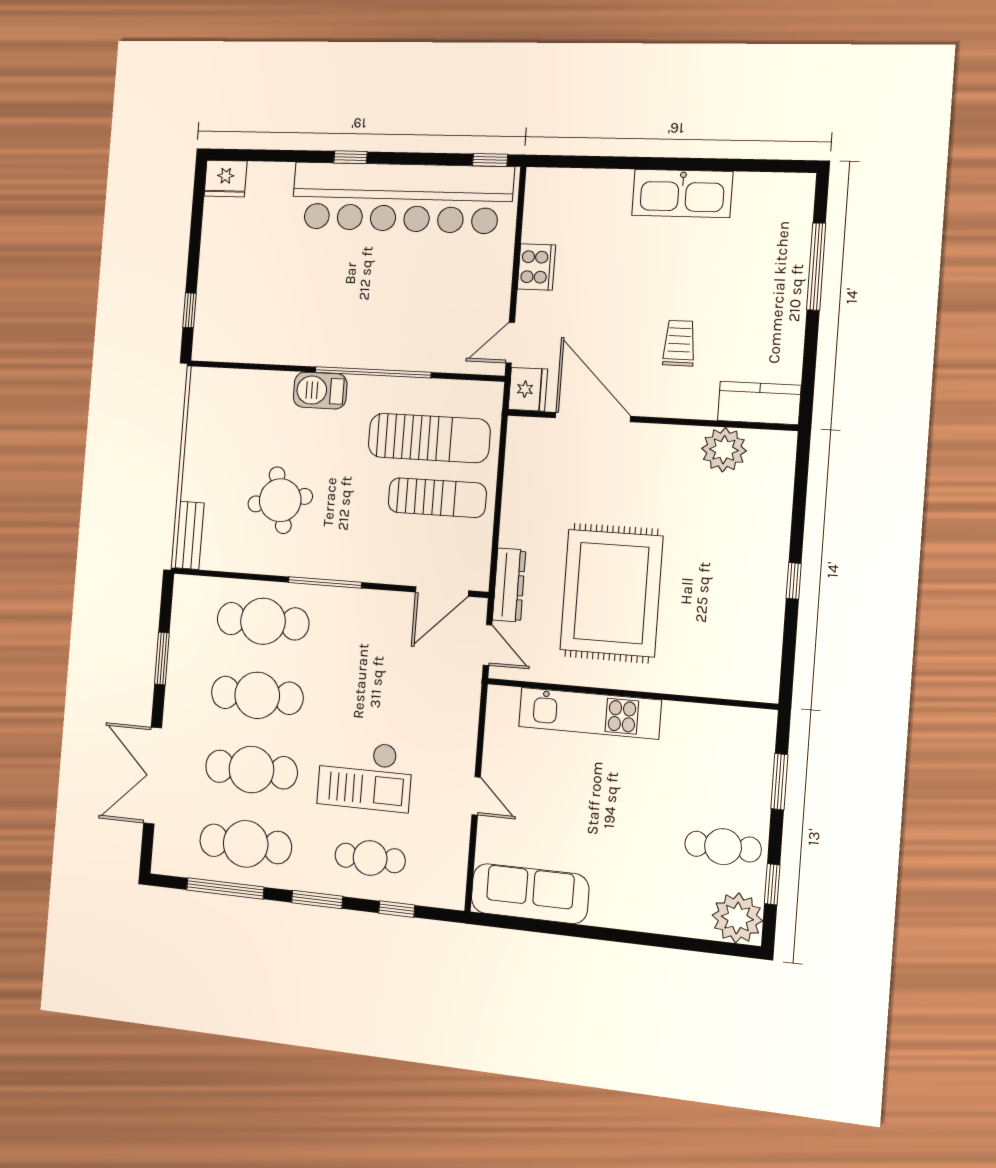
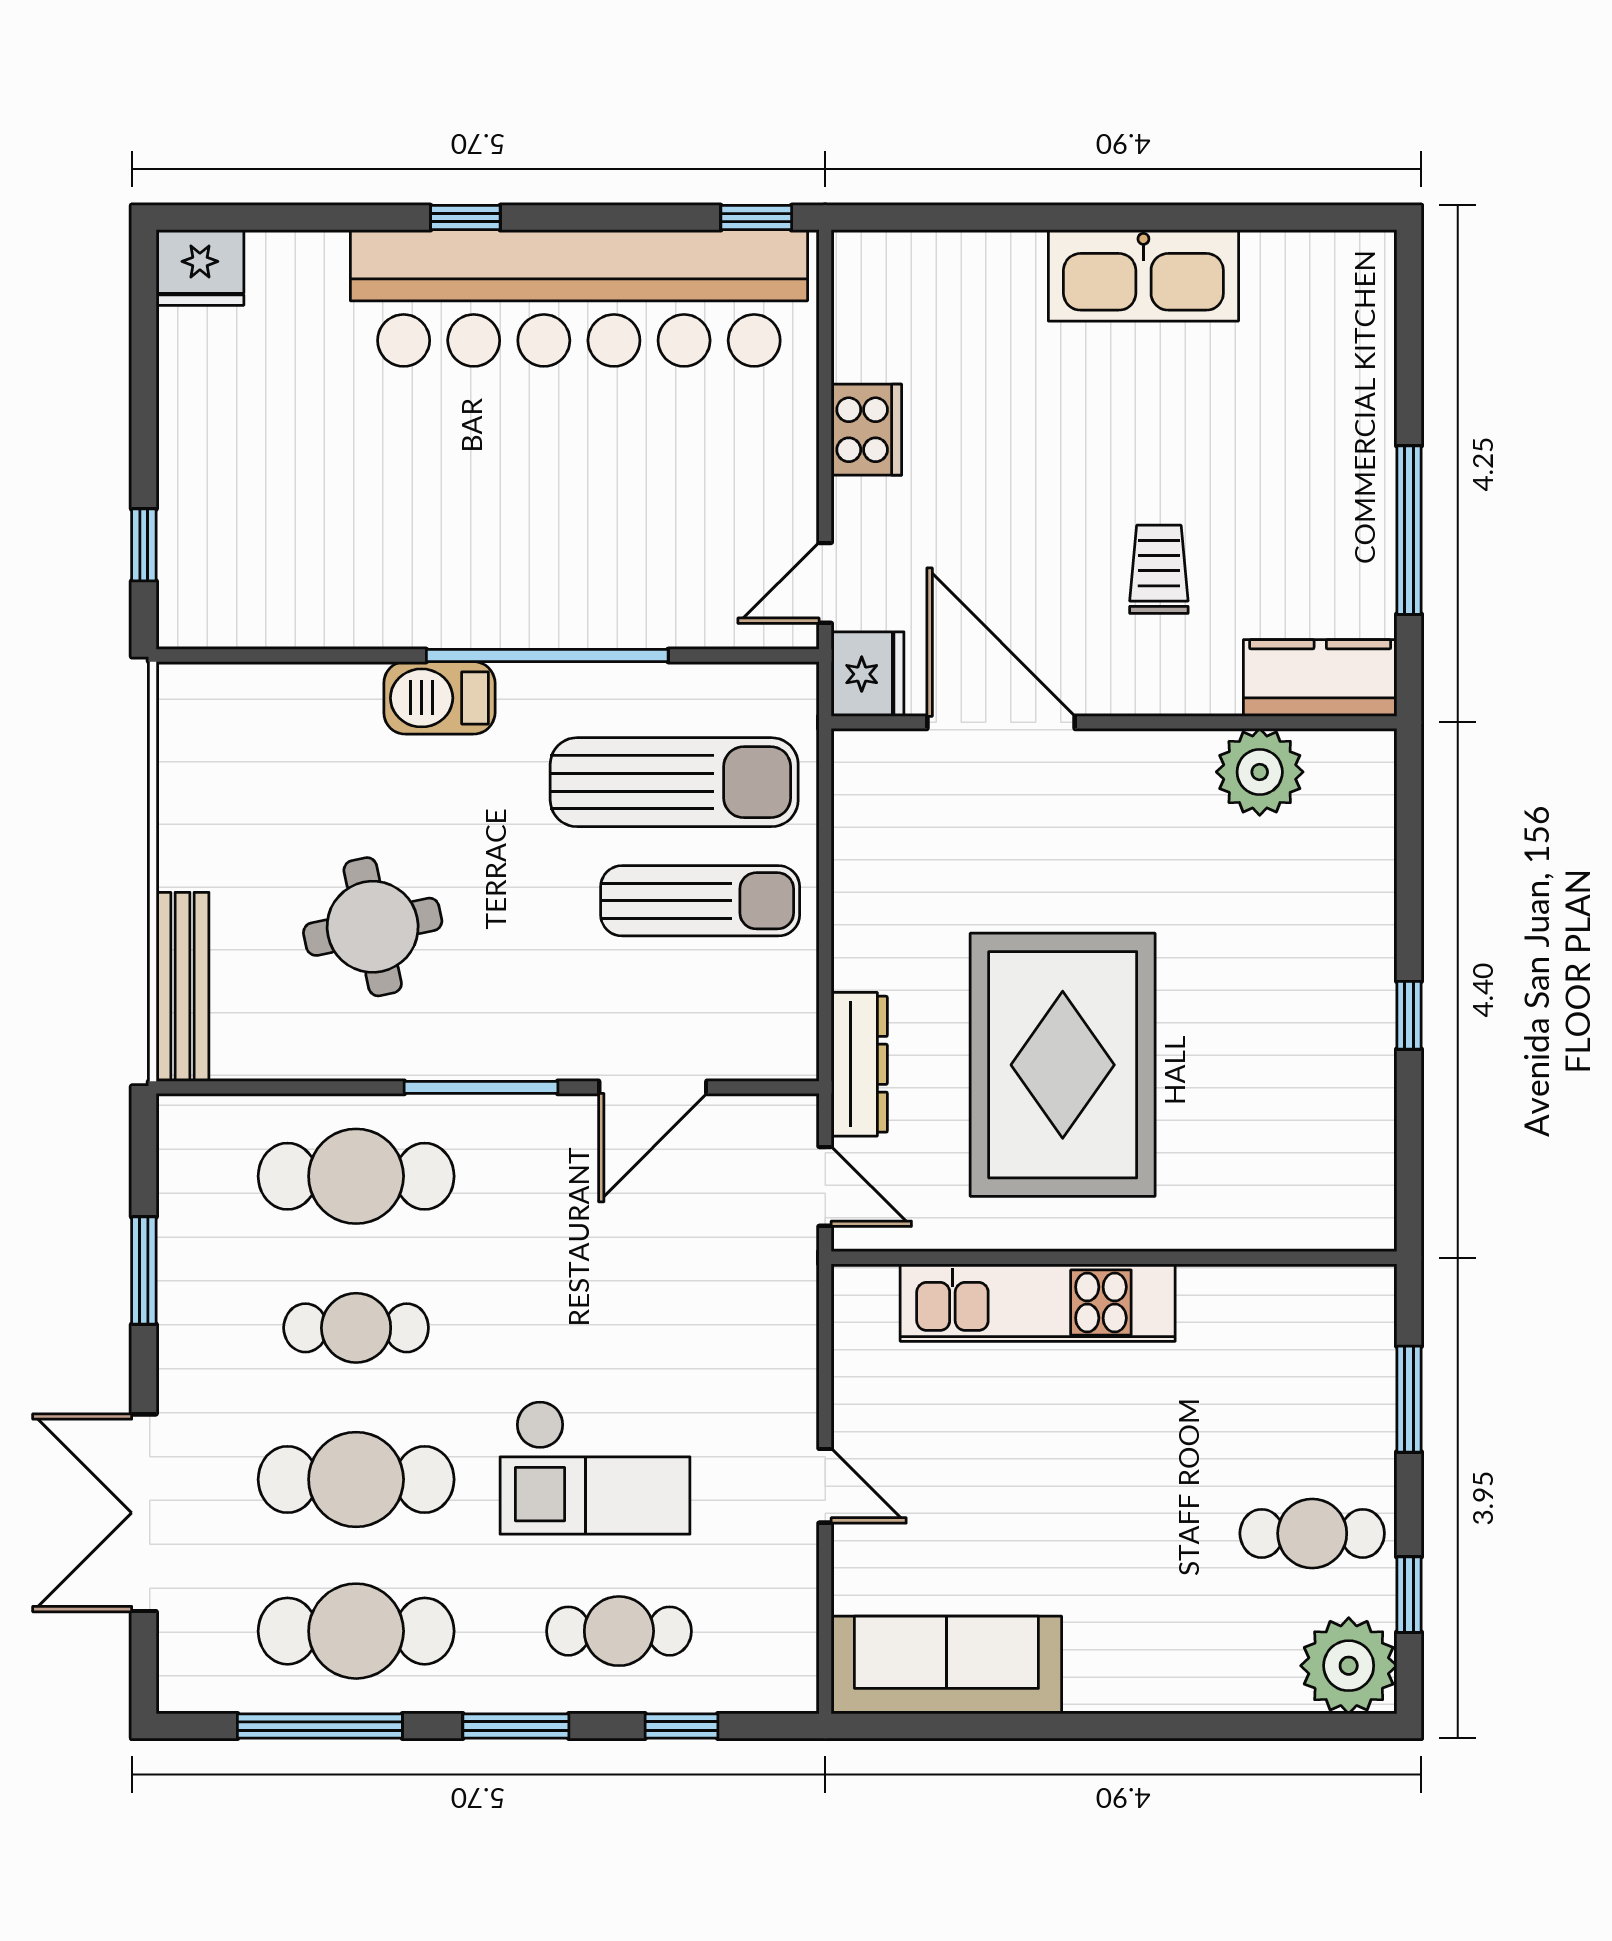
window: (816, 267) -> (1409, 530), moved
bench: (189, 535) -> (182, 987), width x1.36
door: (442, 591) -> (653, 1087), moved
cafe table: (257, 695) -> (356, 1328), width x0.73, depth x0.74

